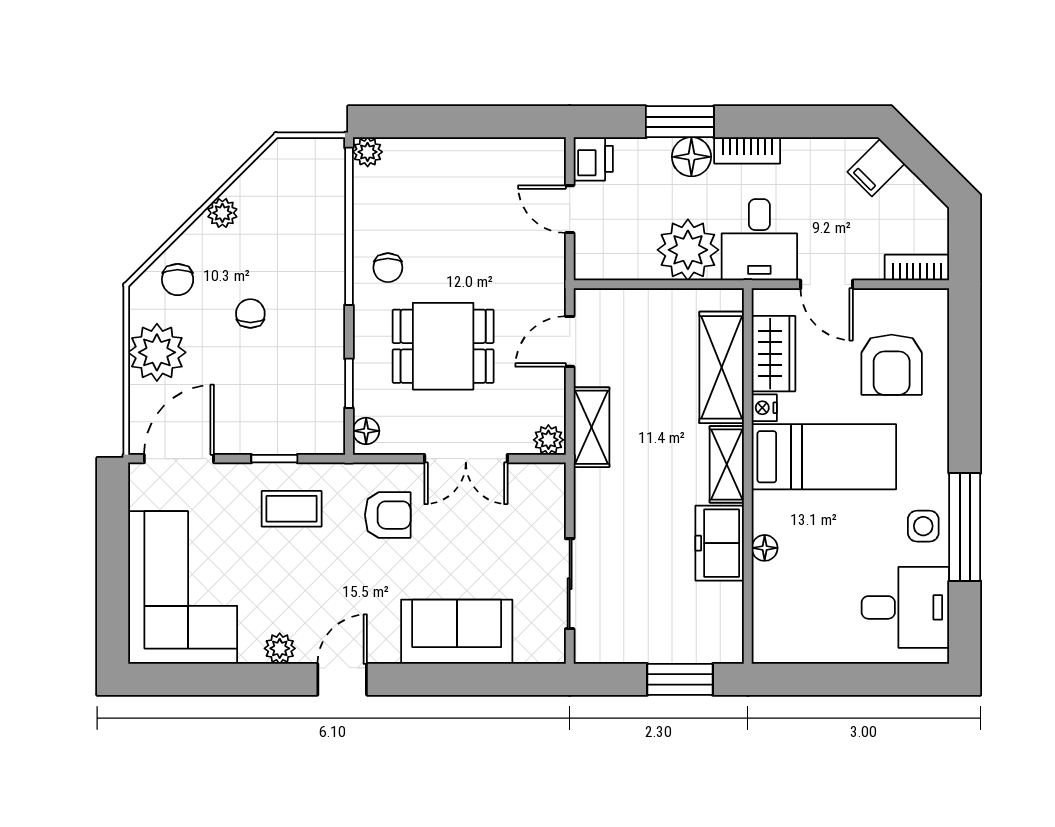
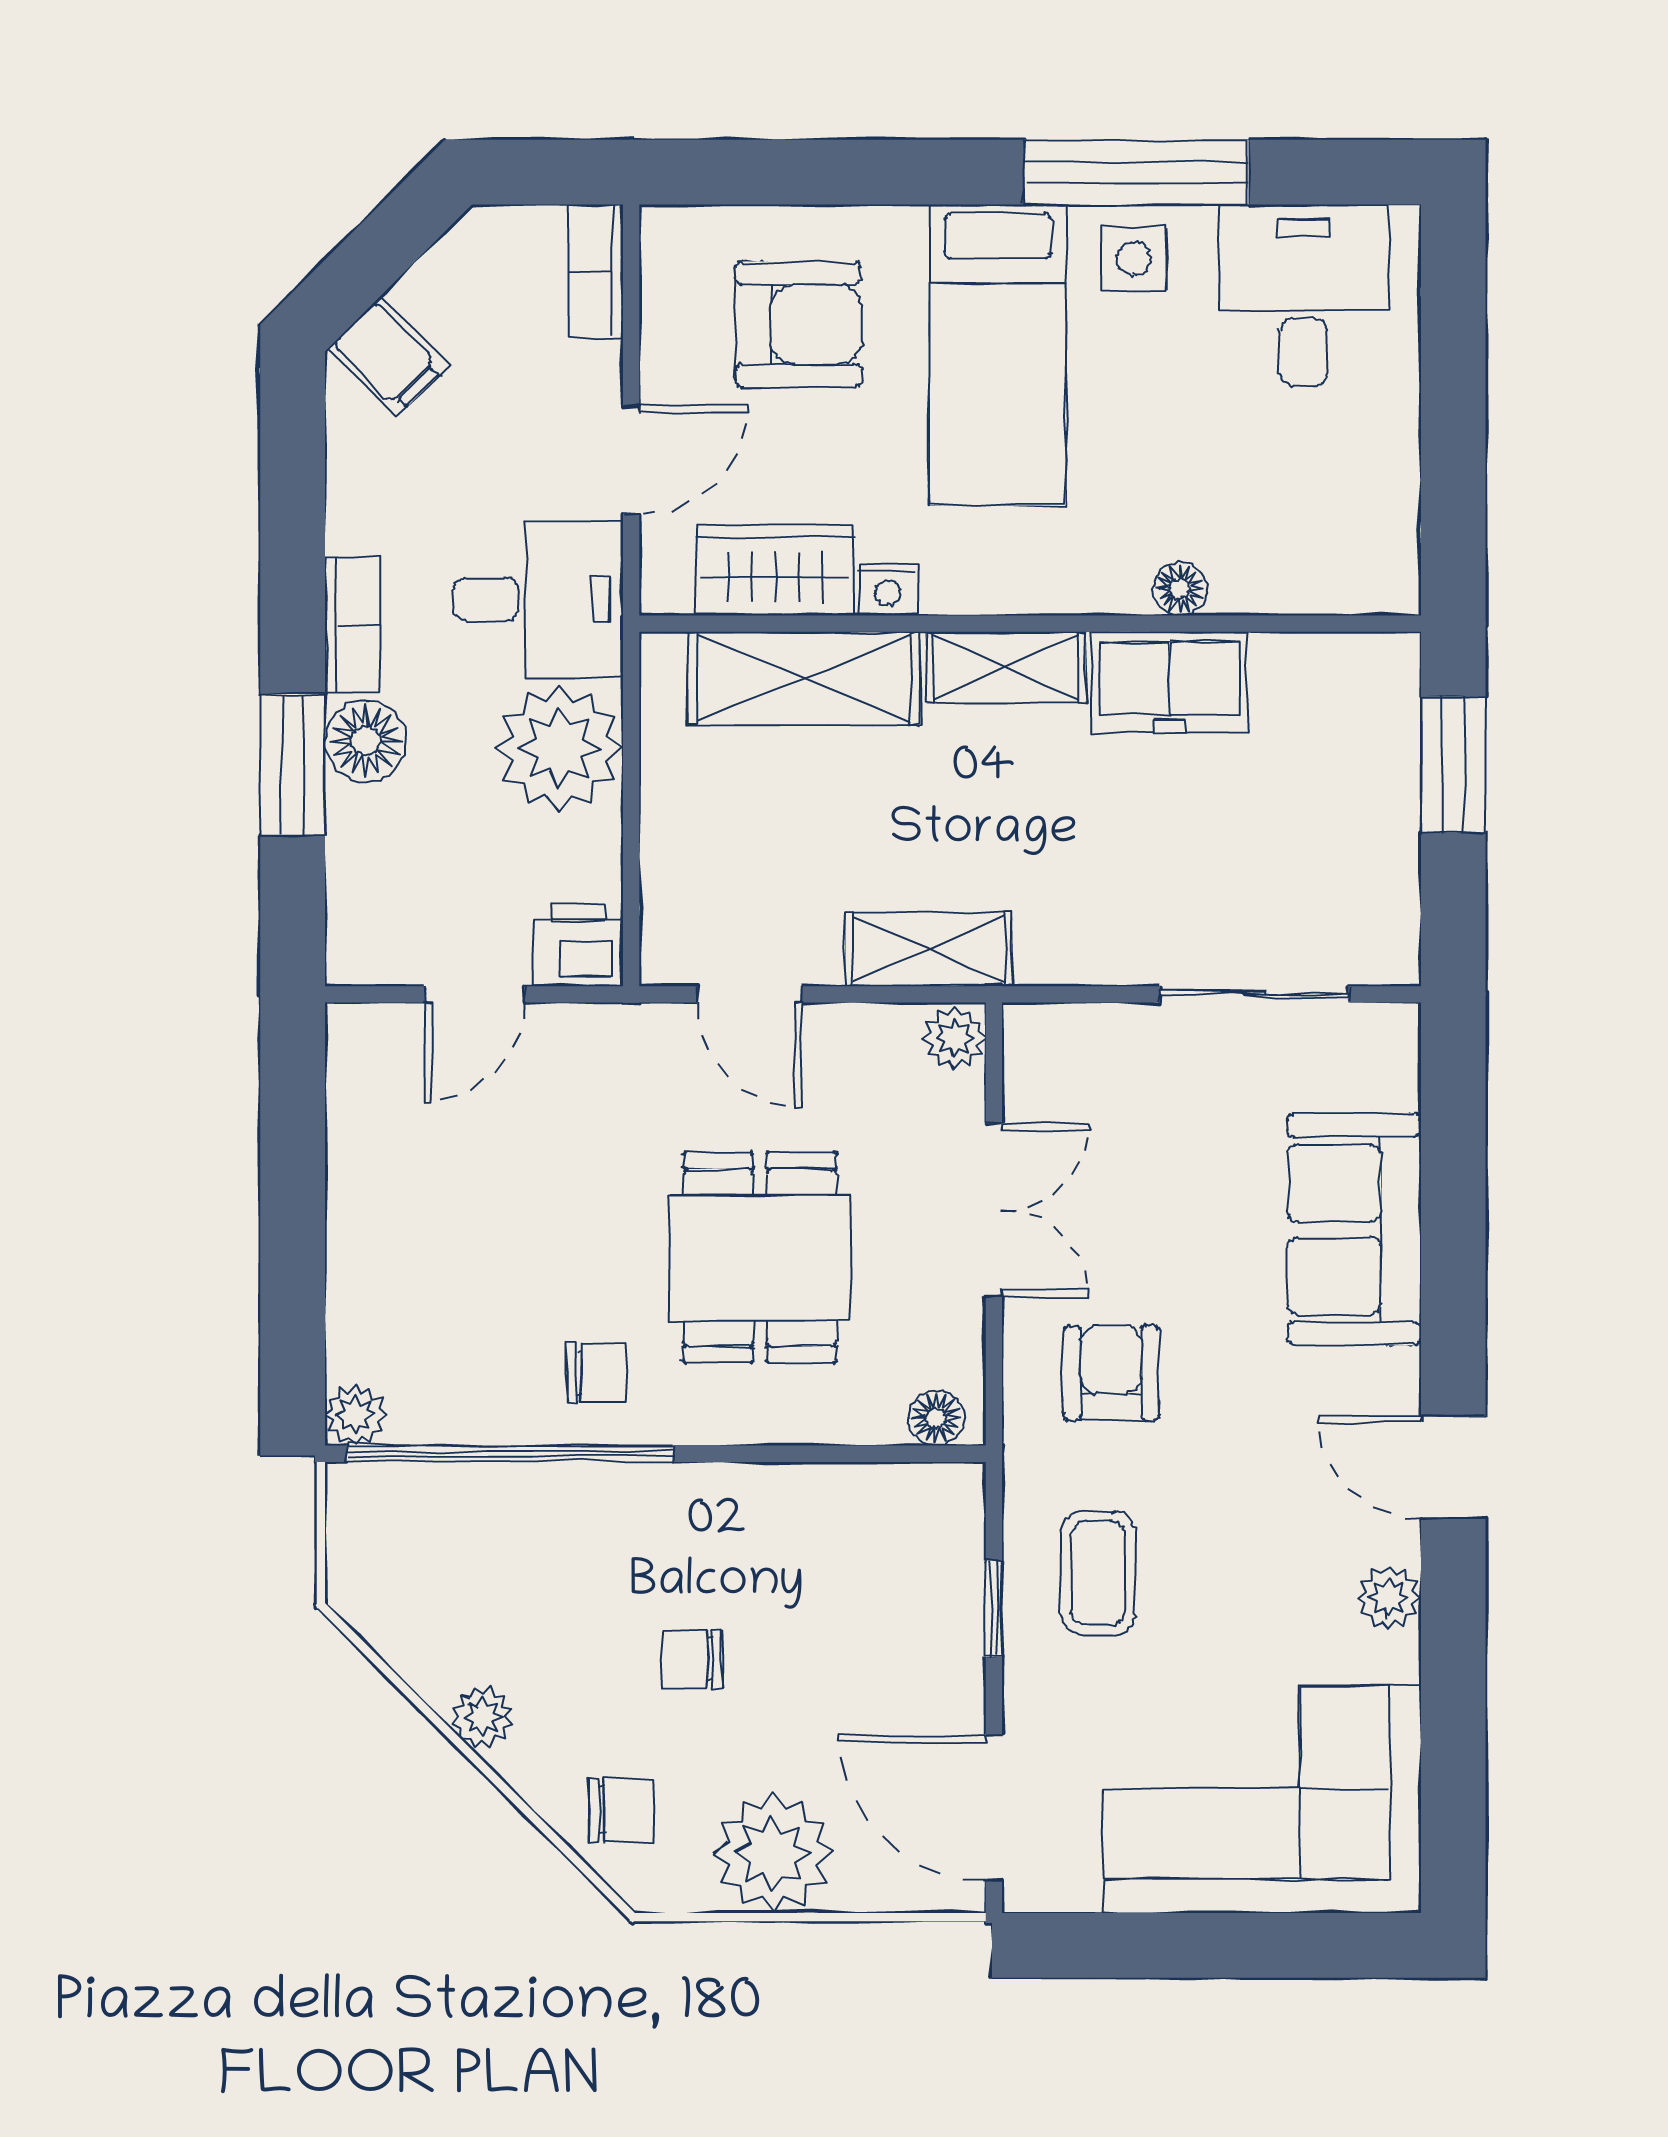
printer: (593, 159) -> (578, 945), moved
window: (349, 383) -> (837, 1454), removed
bed: (824, 457) -> (998, 355), moved, turned 180

